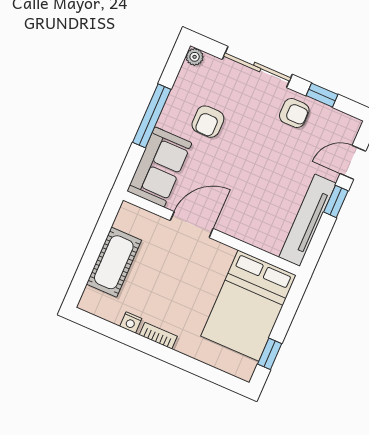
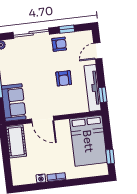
armchair: (208, 122) -> (64, 78), moved
window: (336, 201) -> (103, 95), moved
door: (192, 225) -> (43, 120), swing flipped
cot: (114, 262) -> (16, 141), moved

